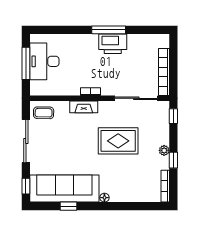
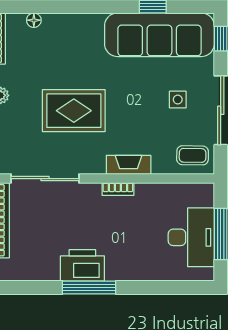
side table: (53, 148) -> (178, 100), added
floor lamp: (104, 198) -> (34, 20), moved

